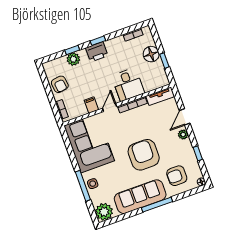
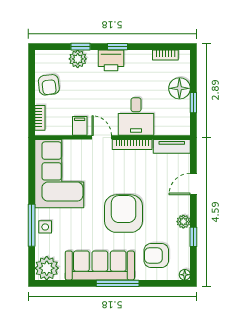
door: (110, 107) -> (102, 137), hinge flipped
plant: (183, 134) -> (183, 222), moved

